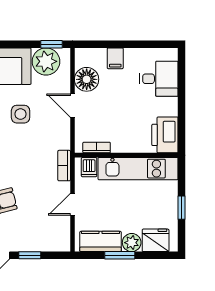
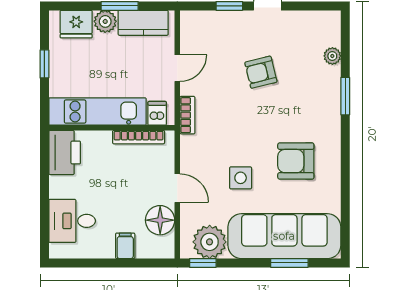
bookcase: (97, 148) -> (139, 137), width x1.56

